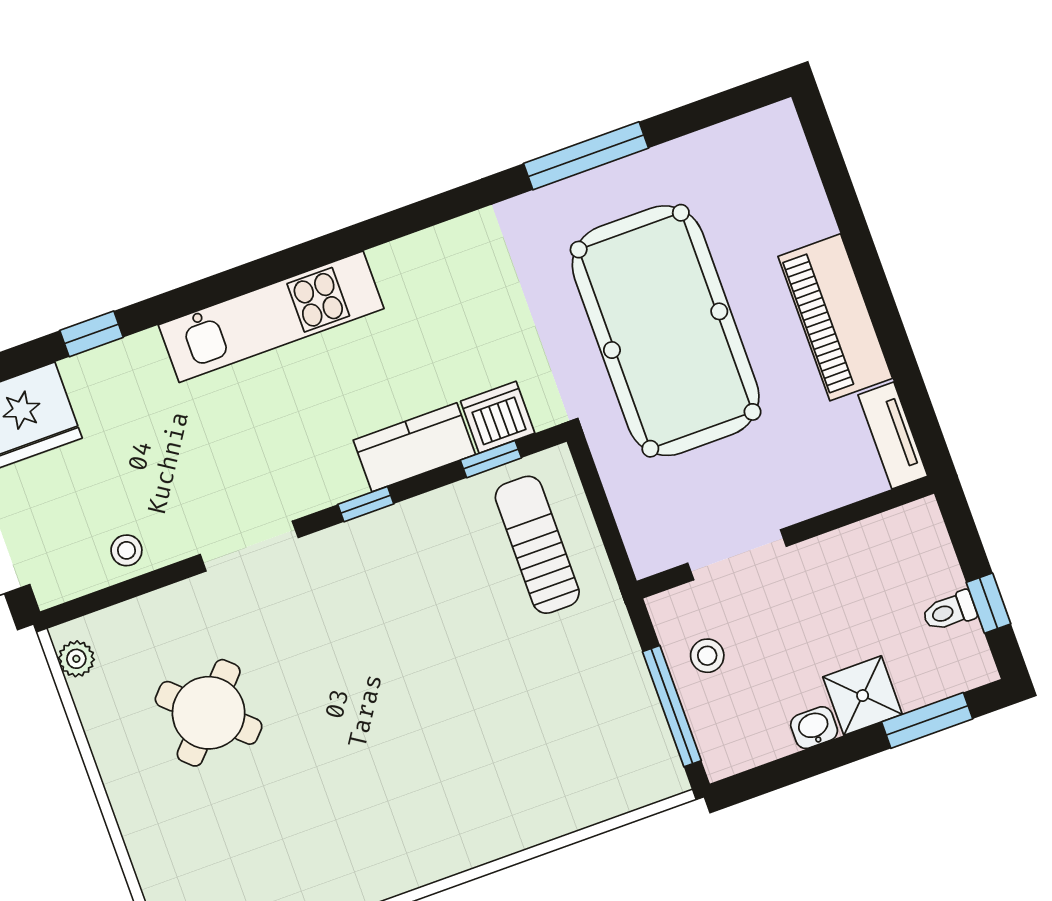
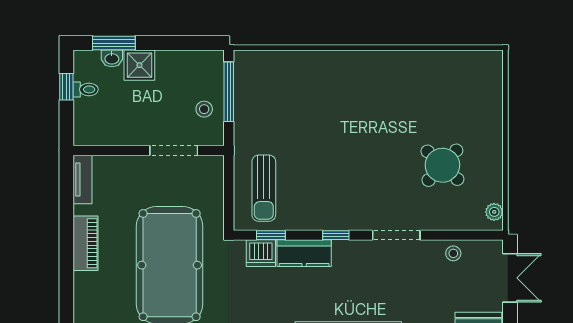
piano: (835, 317) -> (85, 243), width x0.73, depth x0.75
washbasin: (814, 728) -> (112, 58), moved

